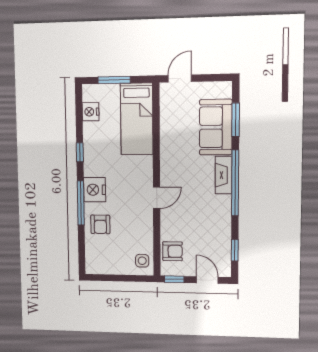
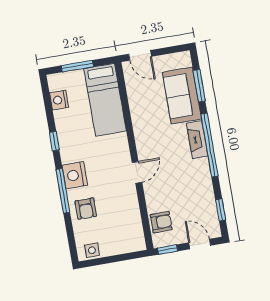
door: (180, 78) -> (140, 55), swing flipped
side table: (142, 261) -> (92, 250), moved

